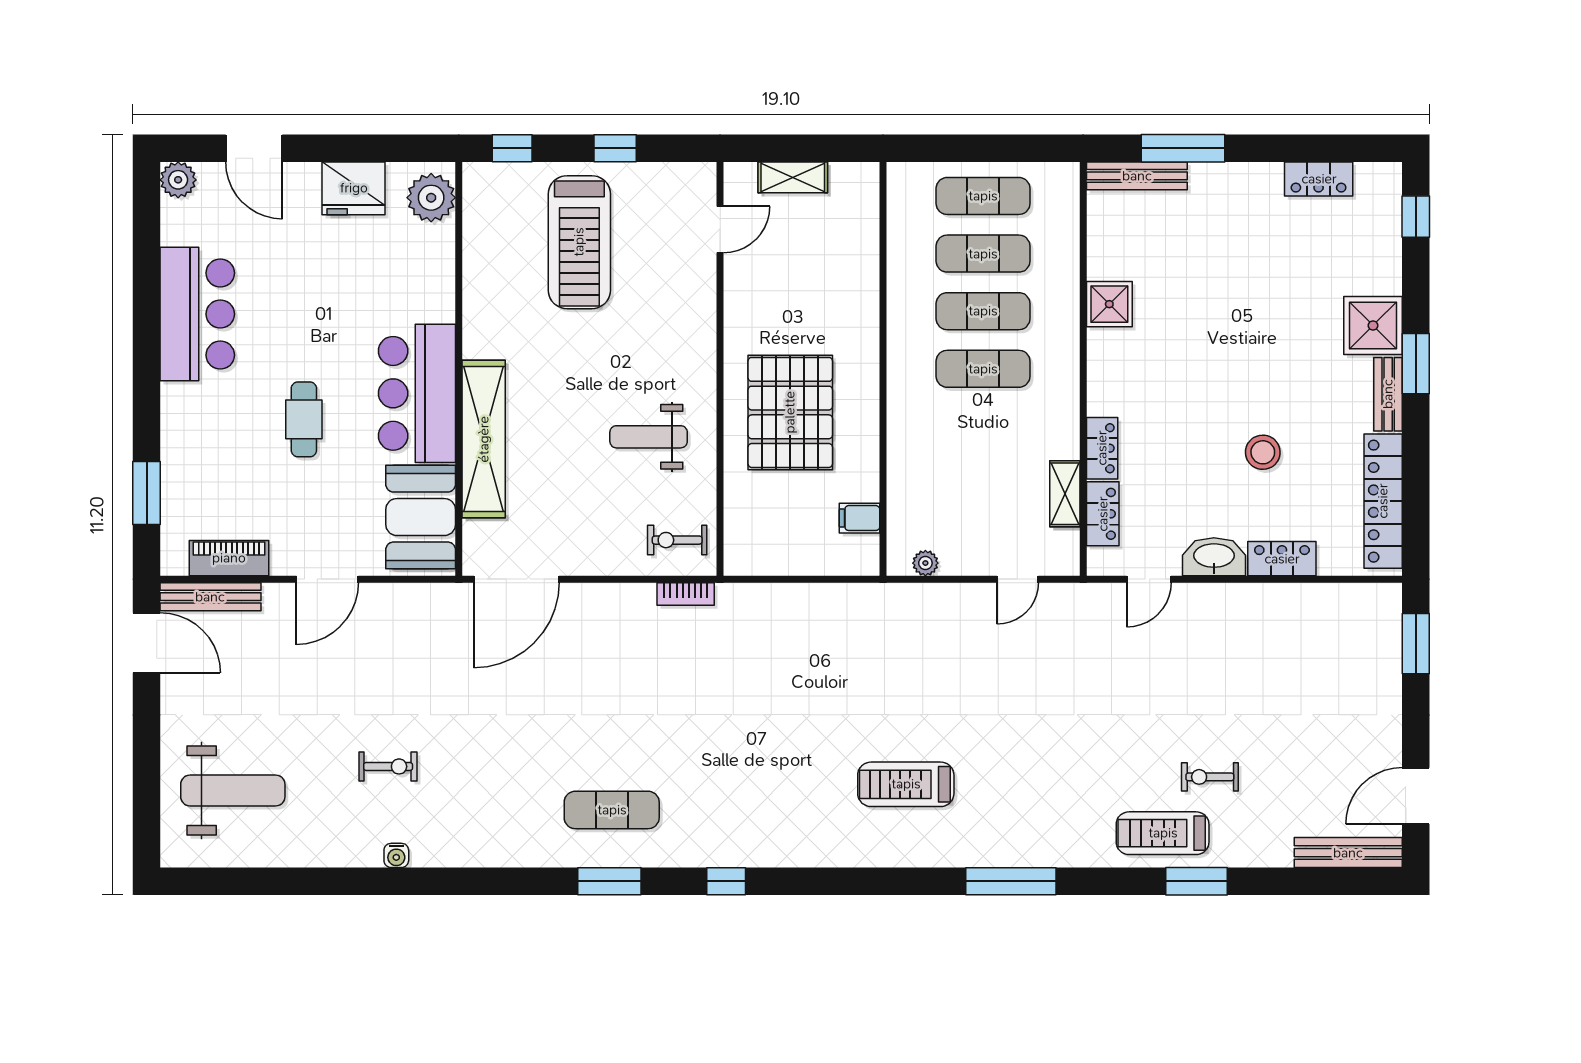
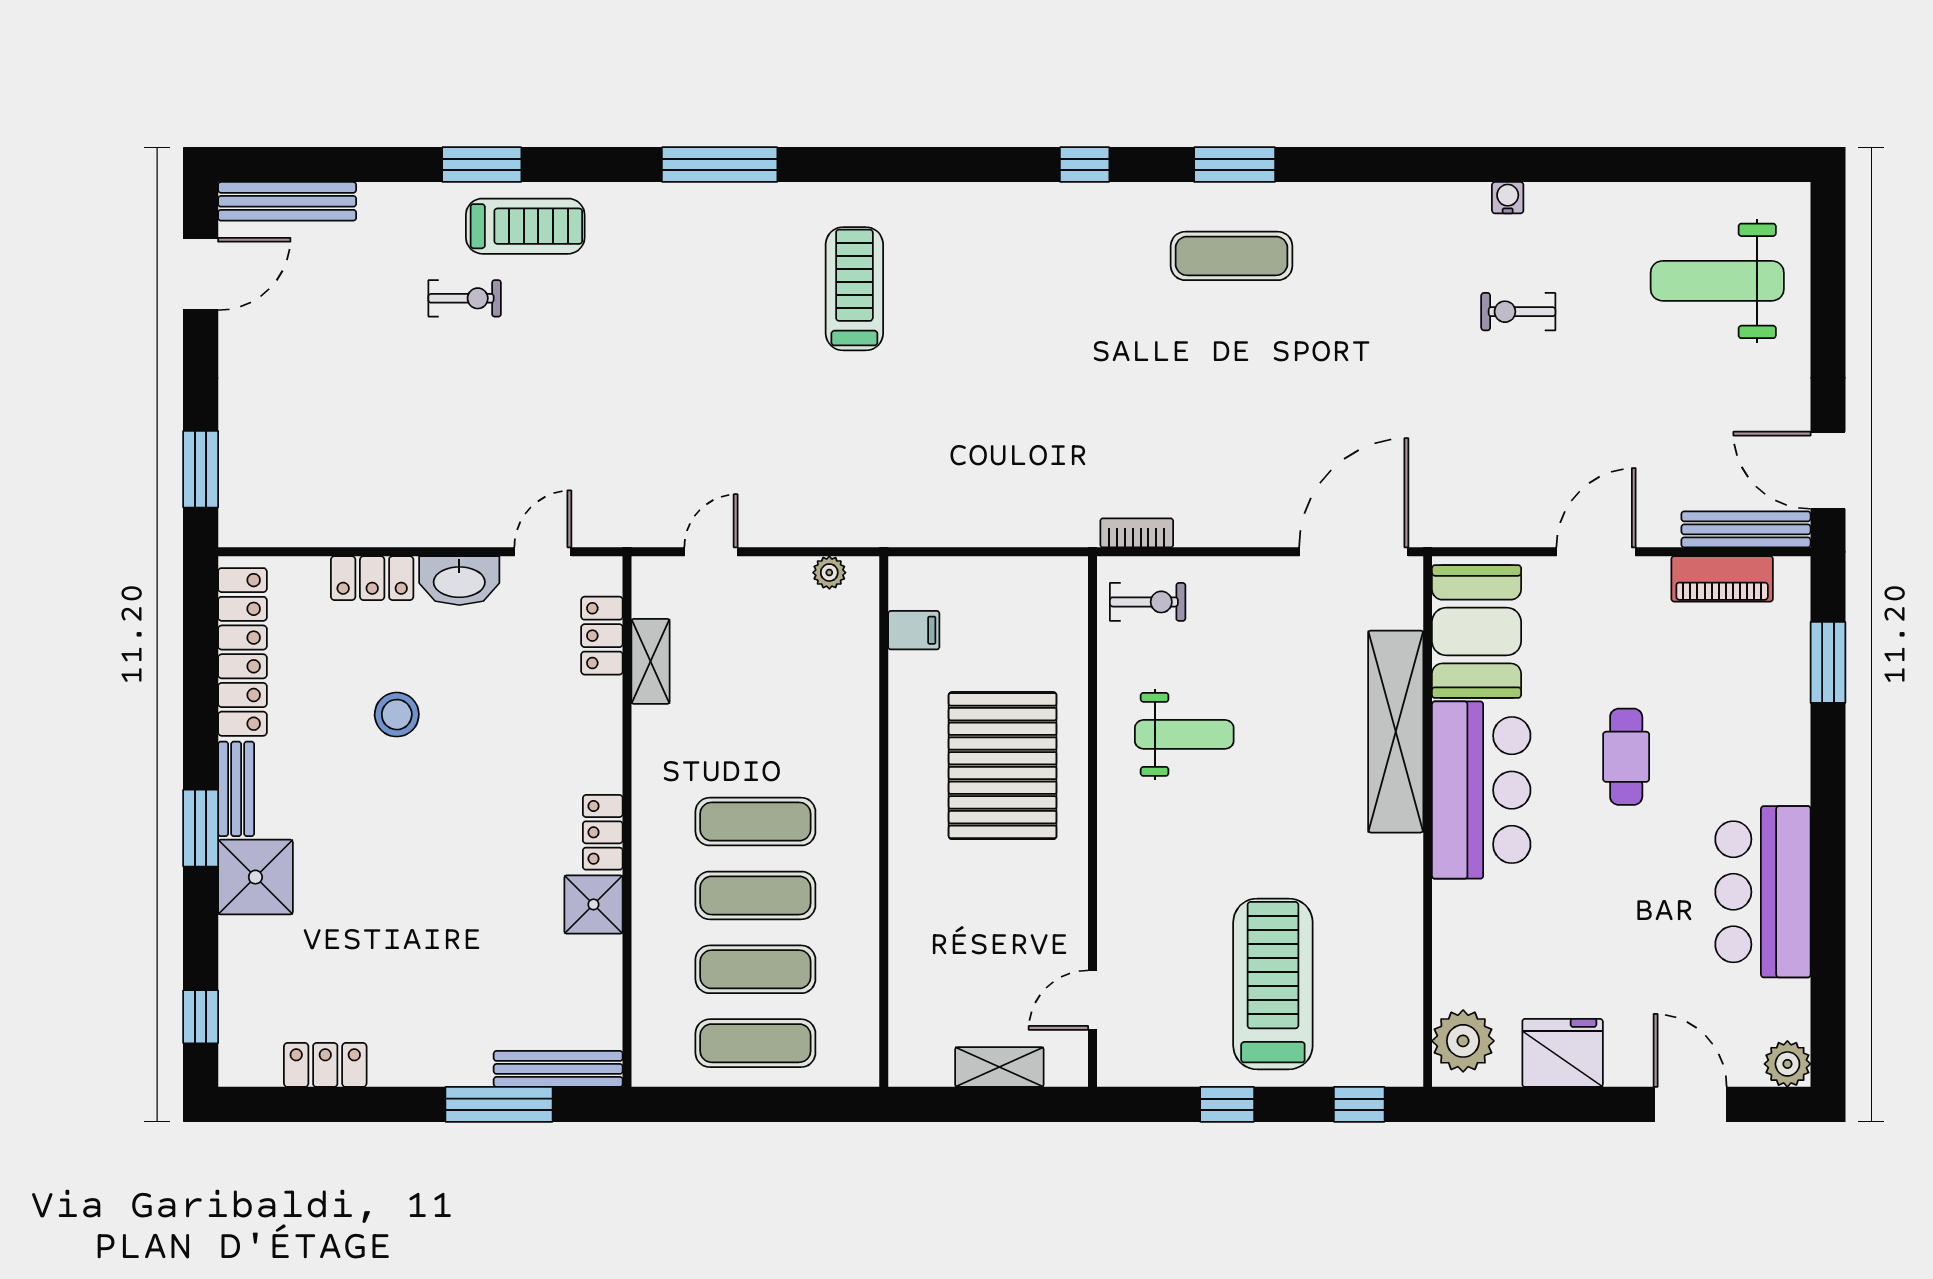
locker: (1102, 448) -> (603, 832), moved
treadmill: (906, 784) -> (854, 289), turned -90

